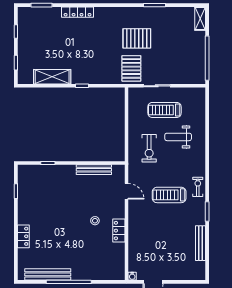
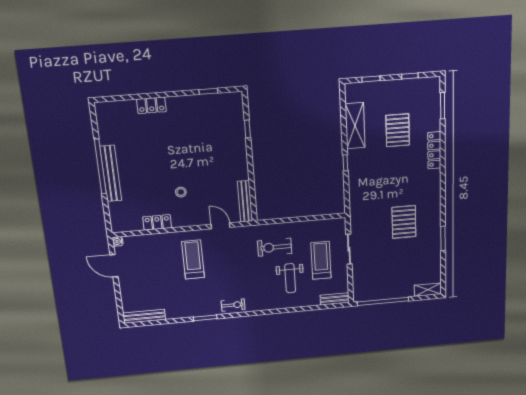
pallet: (131, 68) -> (398, 130), moved, turned 90
bench: (201, 100) -> (335, 299), added
weight bench: (178, 137) -> (290, 278), turned 180
bench: (94, 170) -> (245, 201), moved
door: (126, 191) -> (221, 226), swing flipped
treadmill: (169, 195) -> (193, 260), moved
locker: (119, 231) -> (157, 222), moved
bench: (201, 243) -> (144, 316), moved
bench: (48, 274) -> (111, 173), moved

